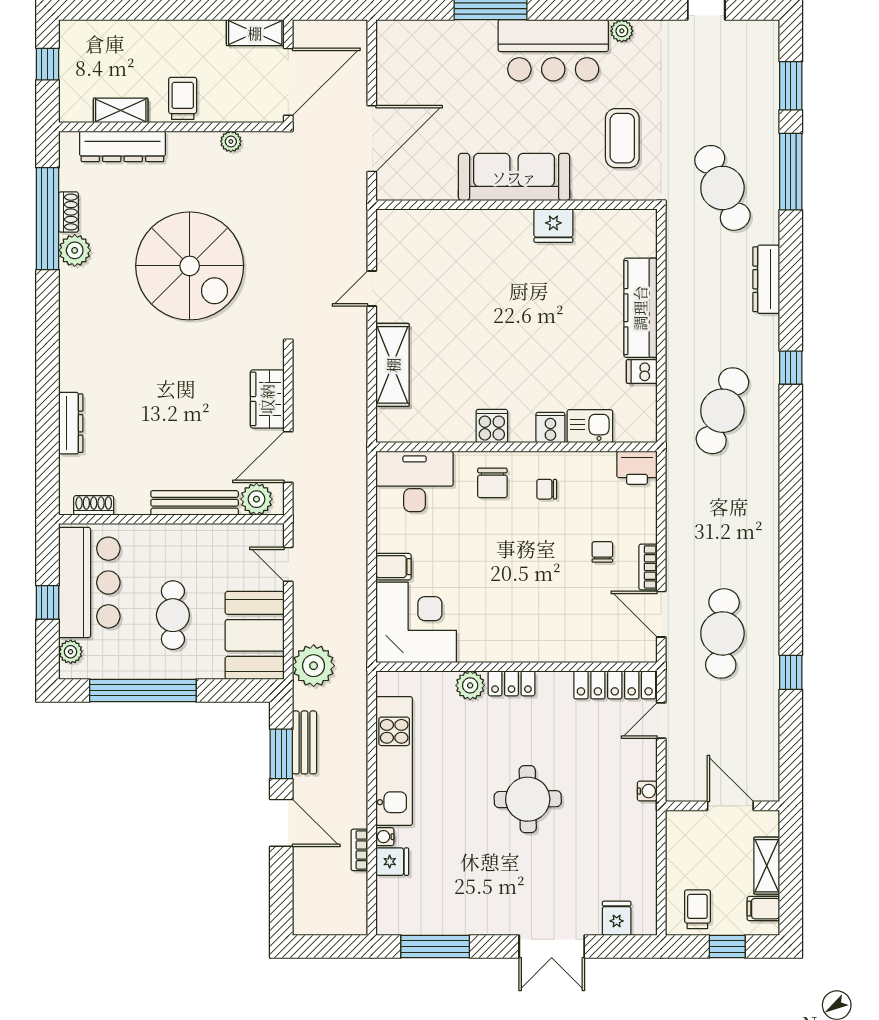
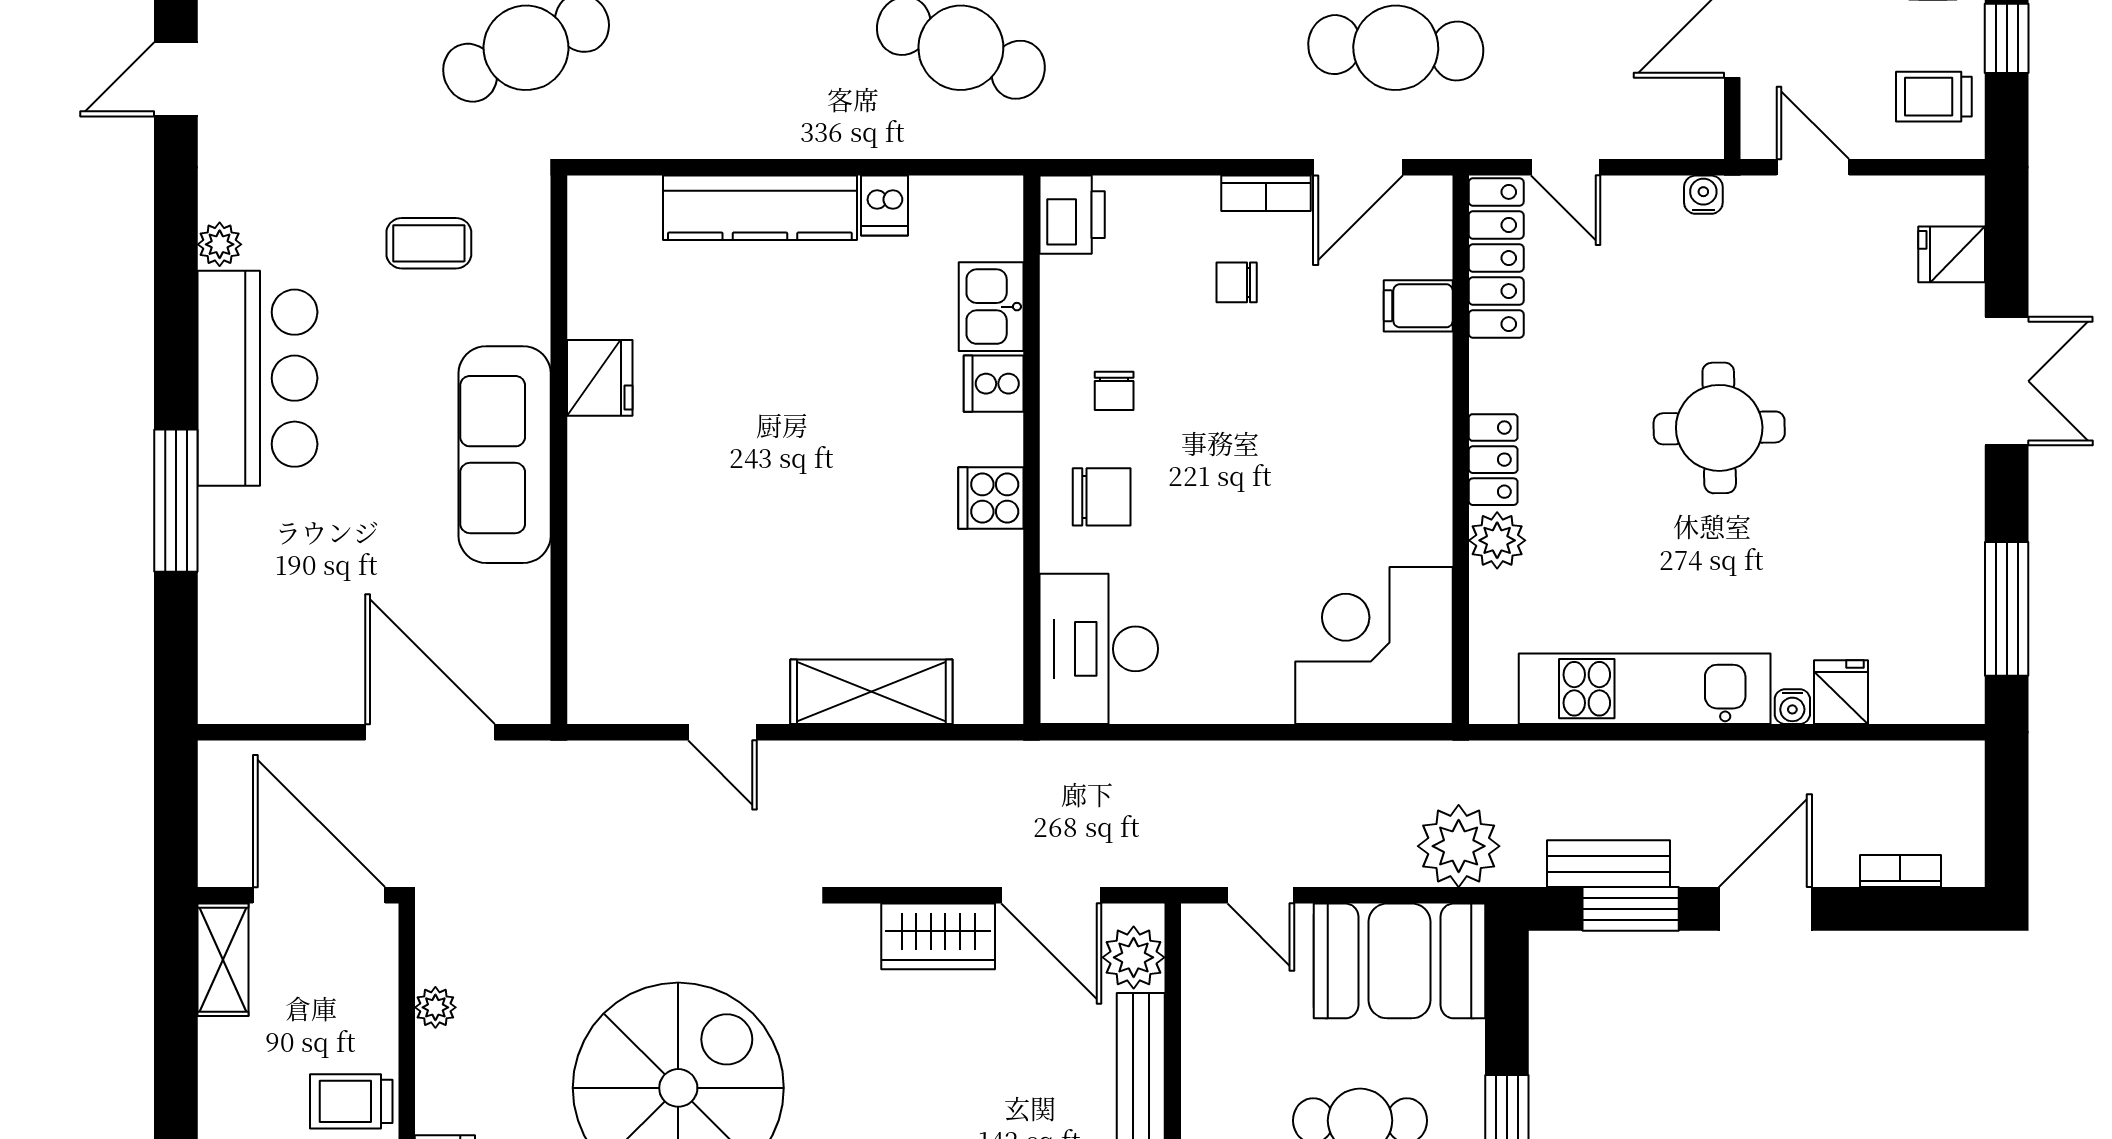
coffee table: (622, 138) -> (429, 243), width x0.73, depth x0.77
door: (288, 564) -> (1261, 895), hinge flipped
filing cabinet: (394, 567) -> (1418, 306), moved, turned -90
door: (661, 847) -> (1813, 167), added
bookcase: (359, 850) -> (1900, 871), moved, turned 180

